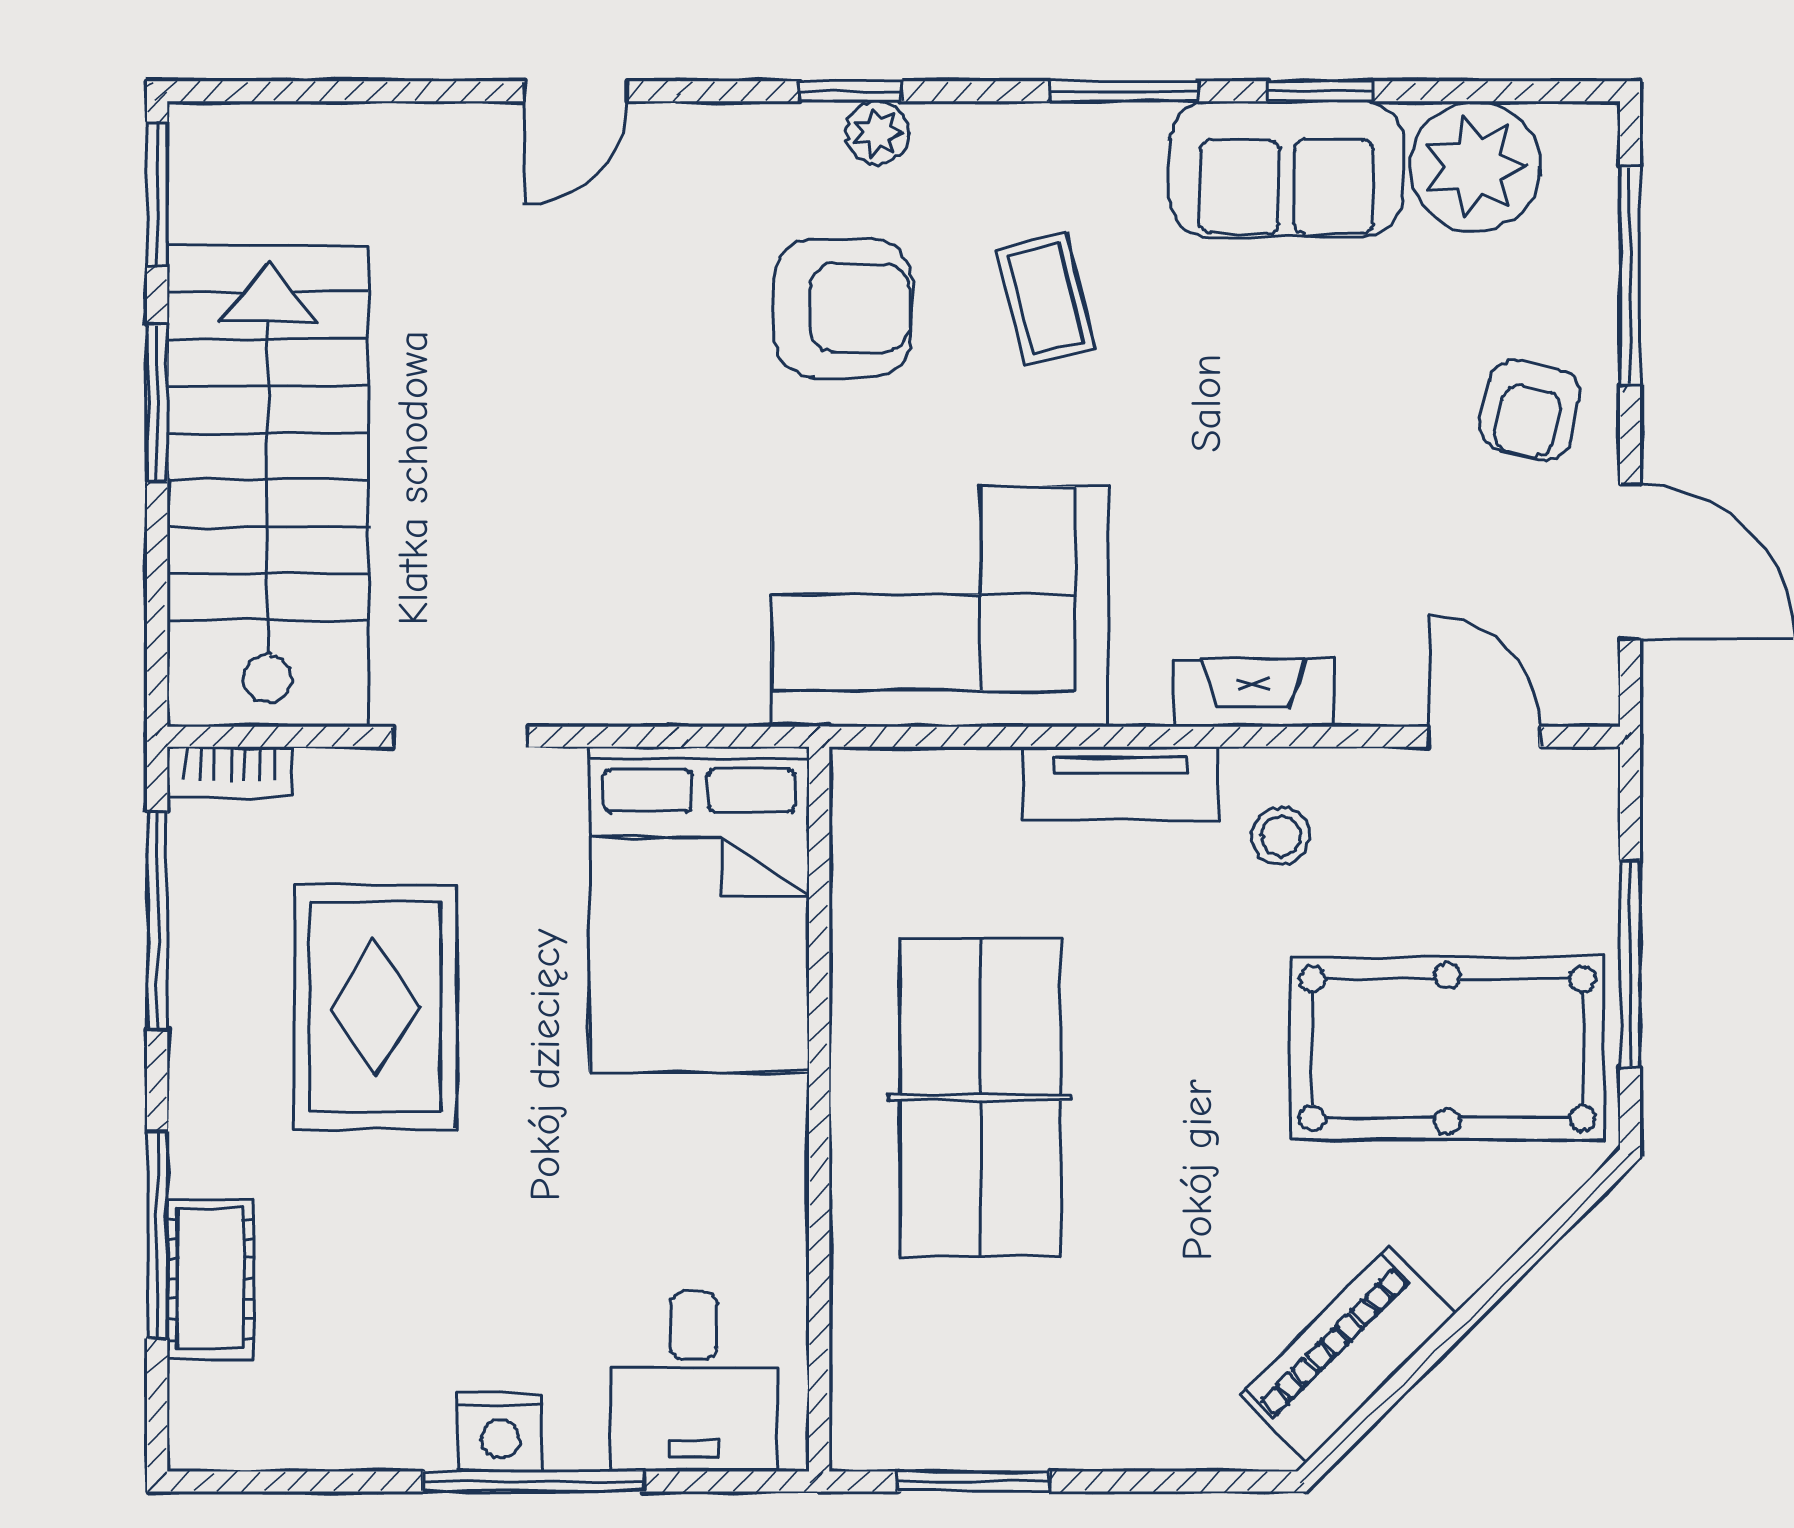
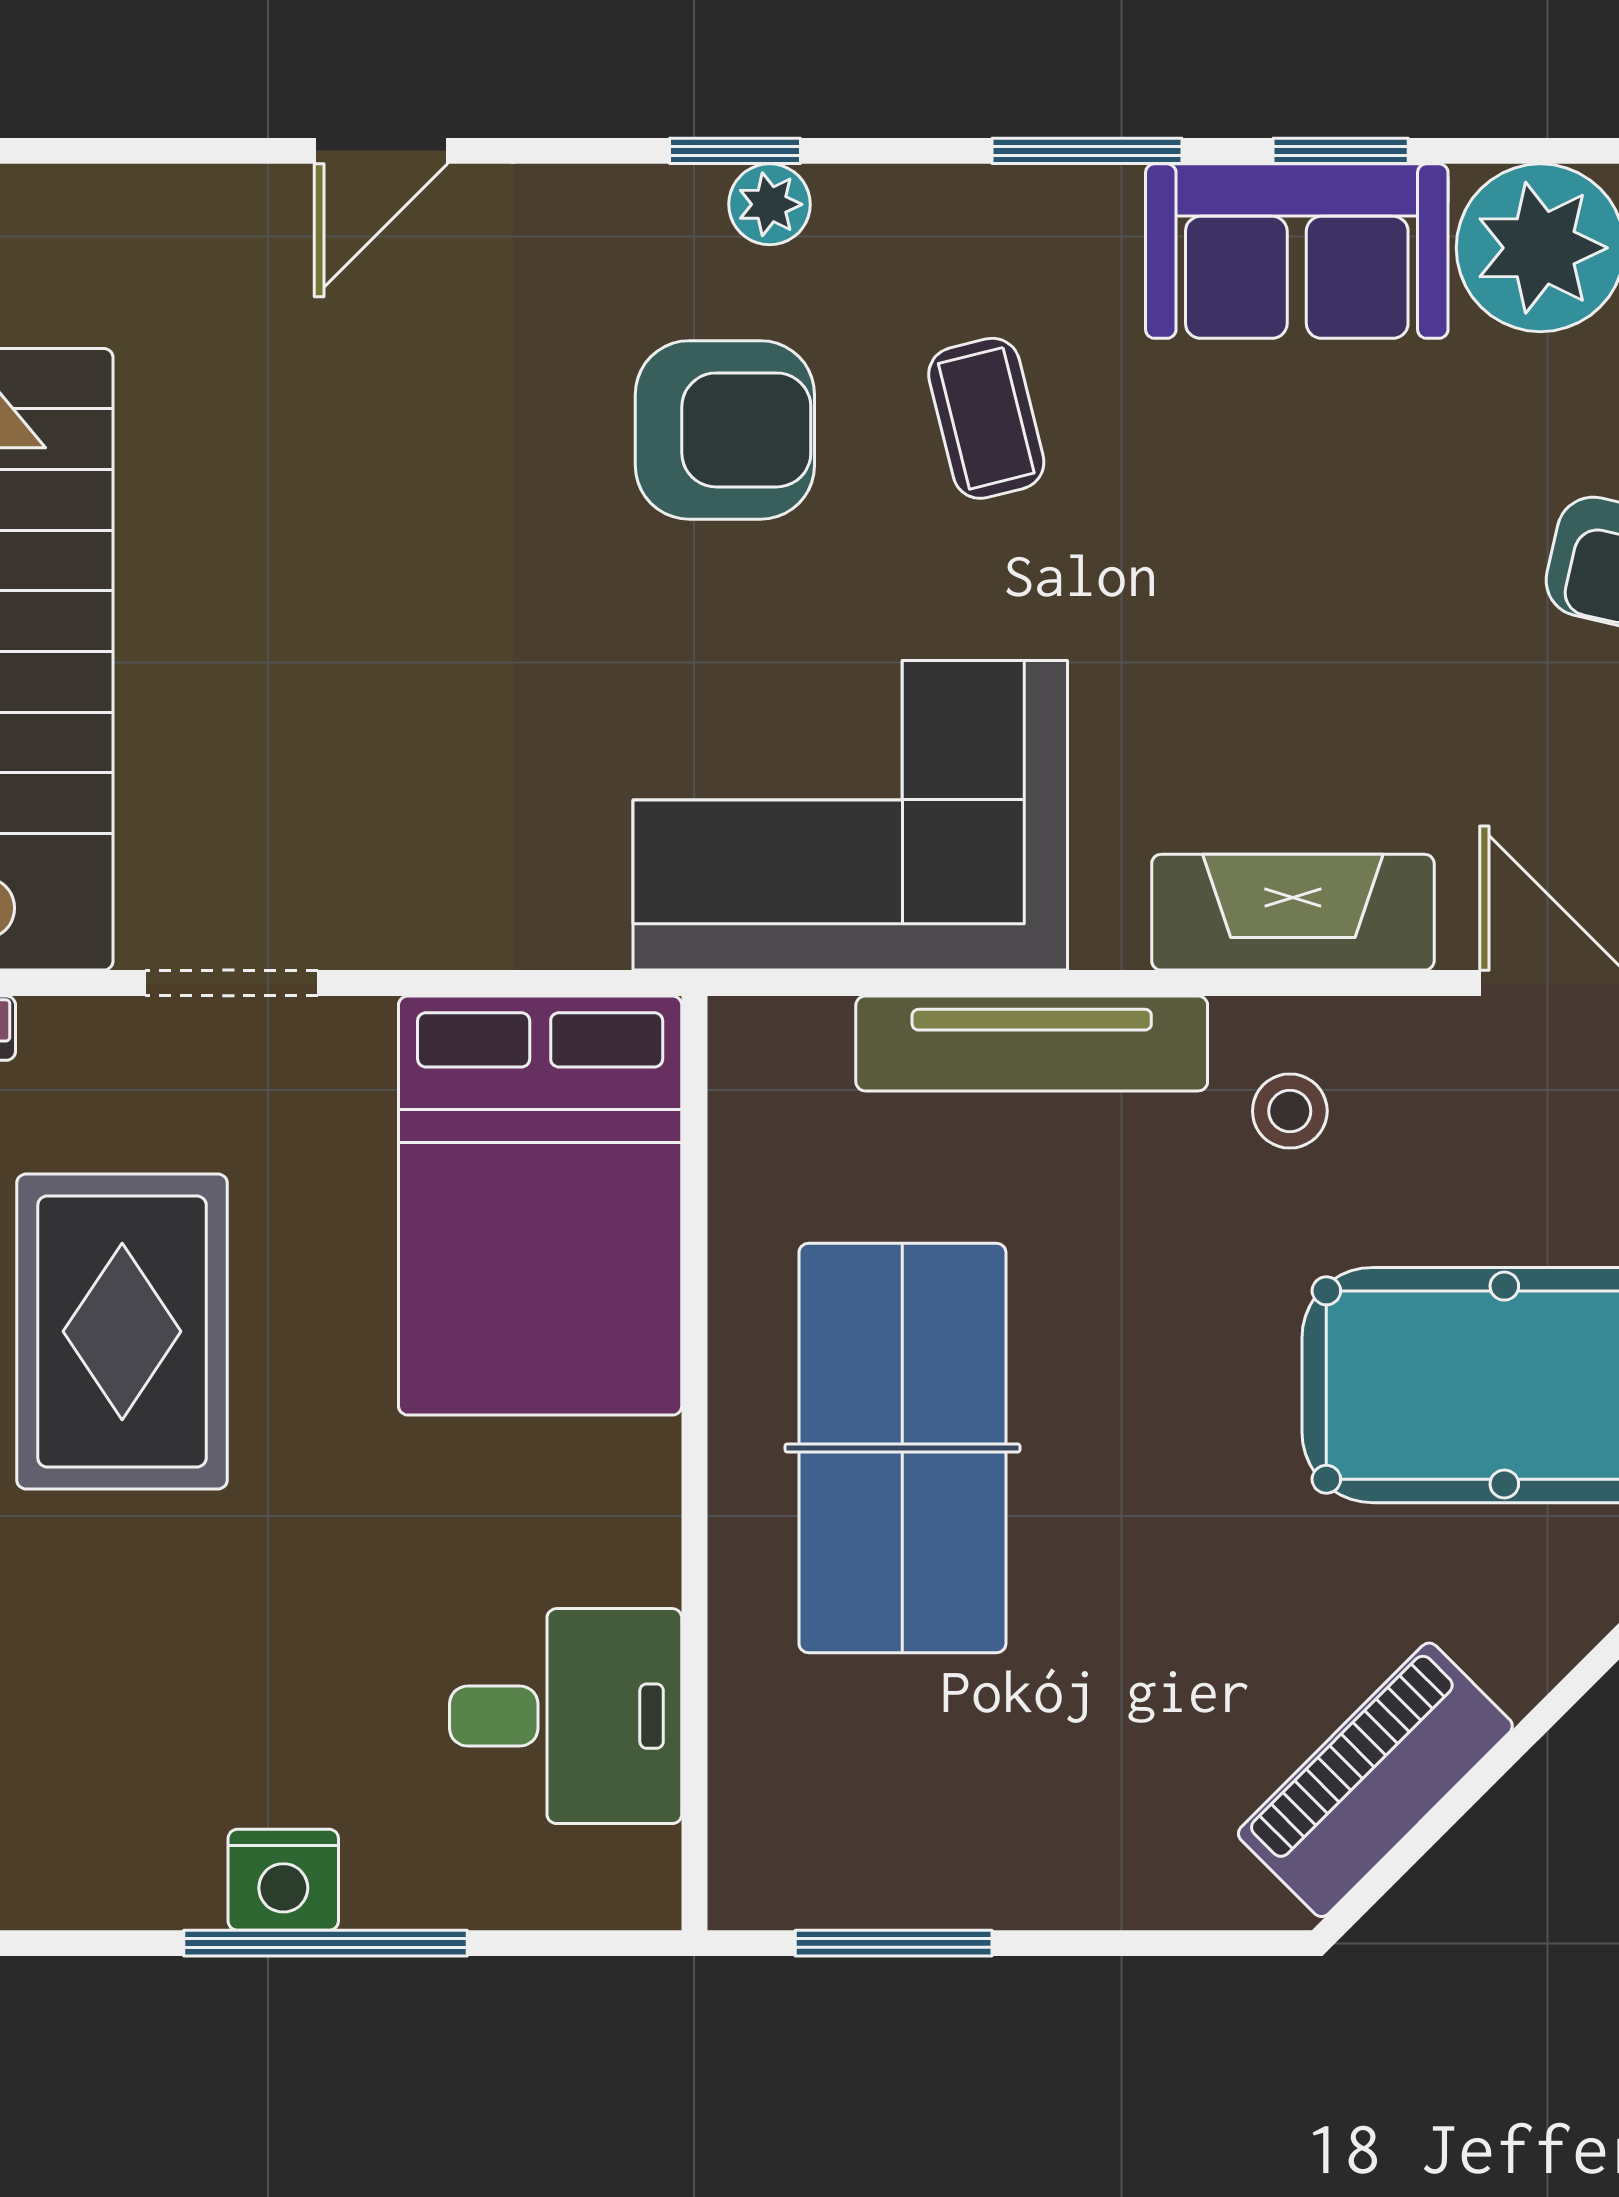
fireplace: (1254, 693) -> (1293, 912), width x1.37, depth x1.32
tv unit: (1120, 784) -> (1032, 1043), width x1.41
desk: (694, 1382) -> (566, 1716), moved, turned -90

